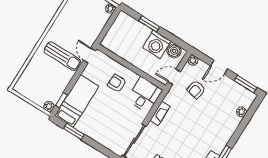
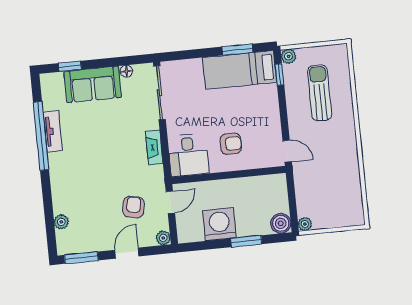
boiler: (174, 51) -> (281, 223), moved
sun lounger: (62, 56) -> (320, 93), moved, turned 90
bed: (77, 101) -> (240, 70), moved, turned 90

